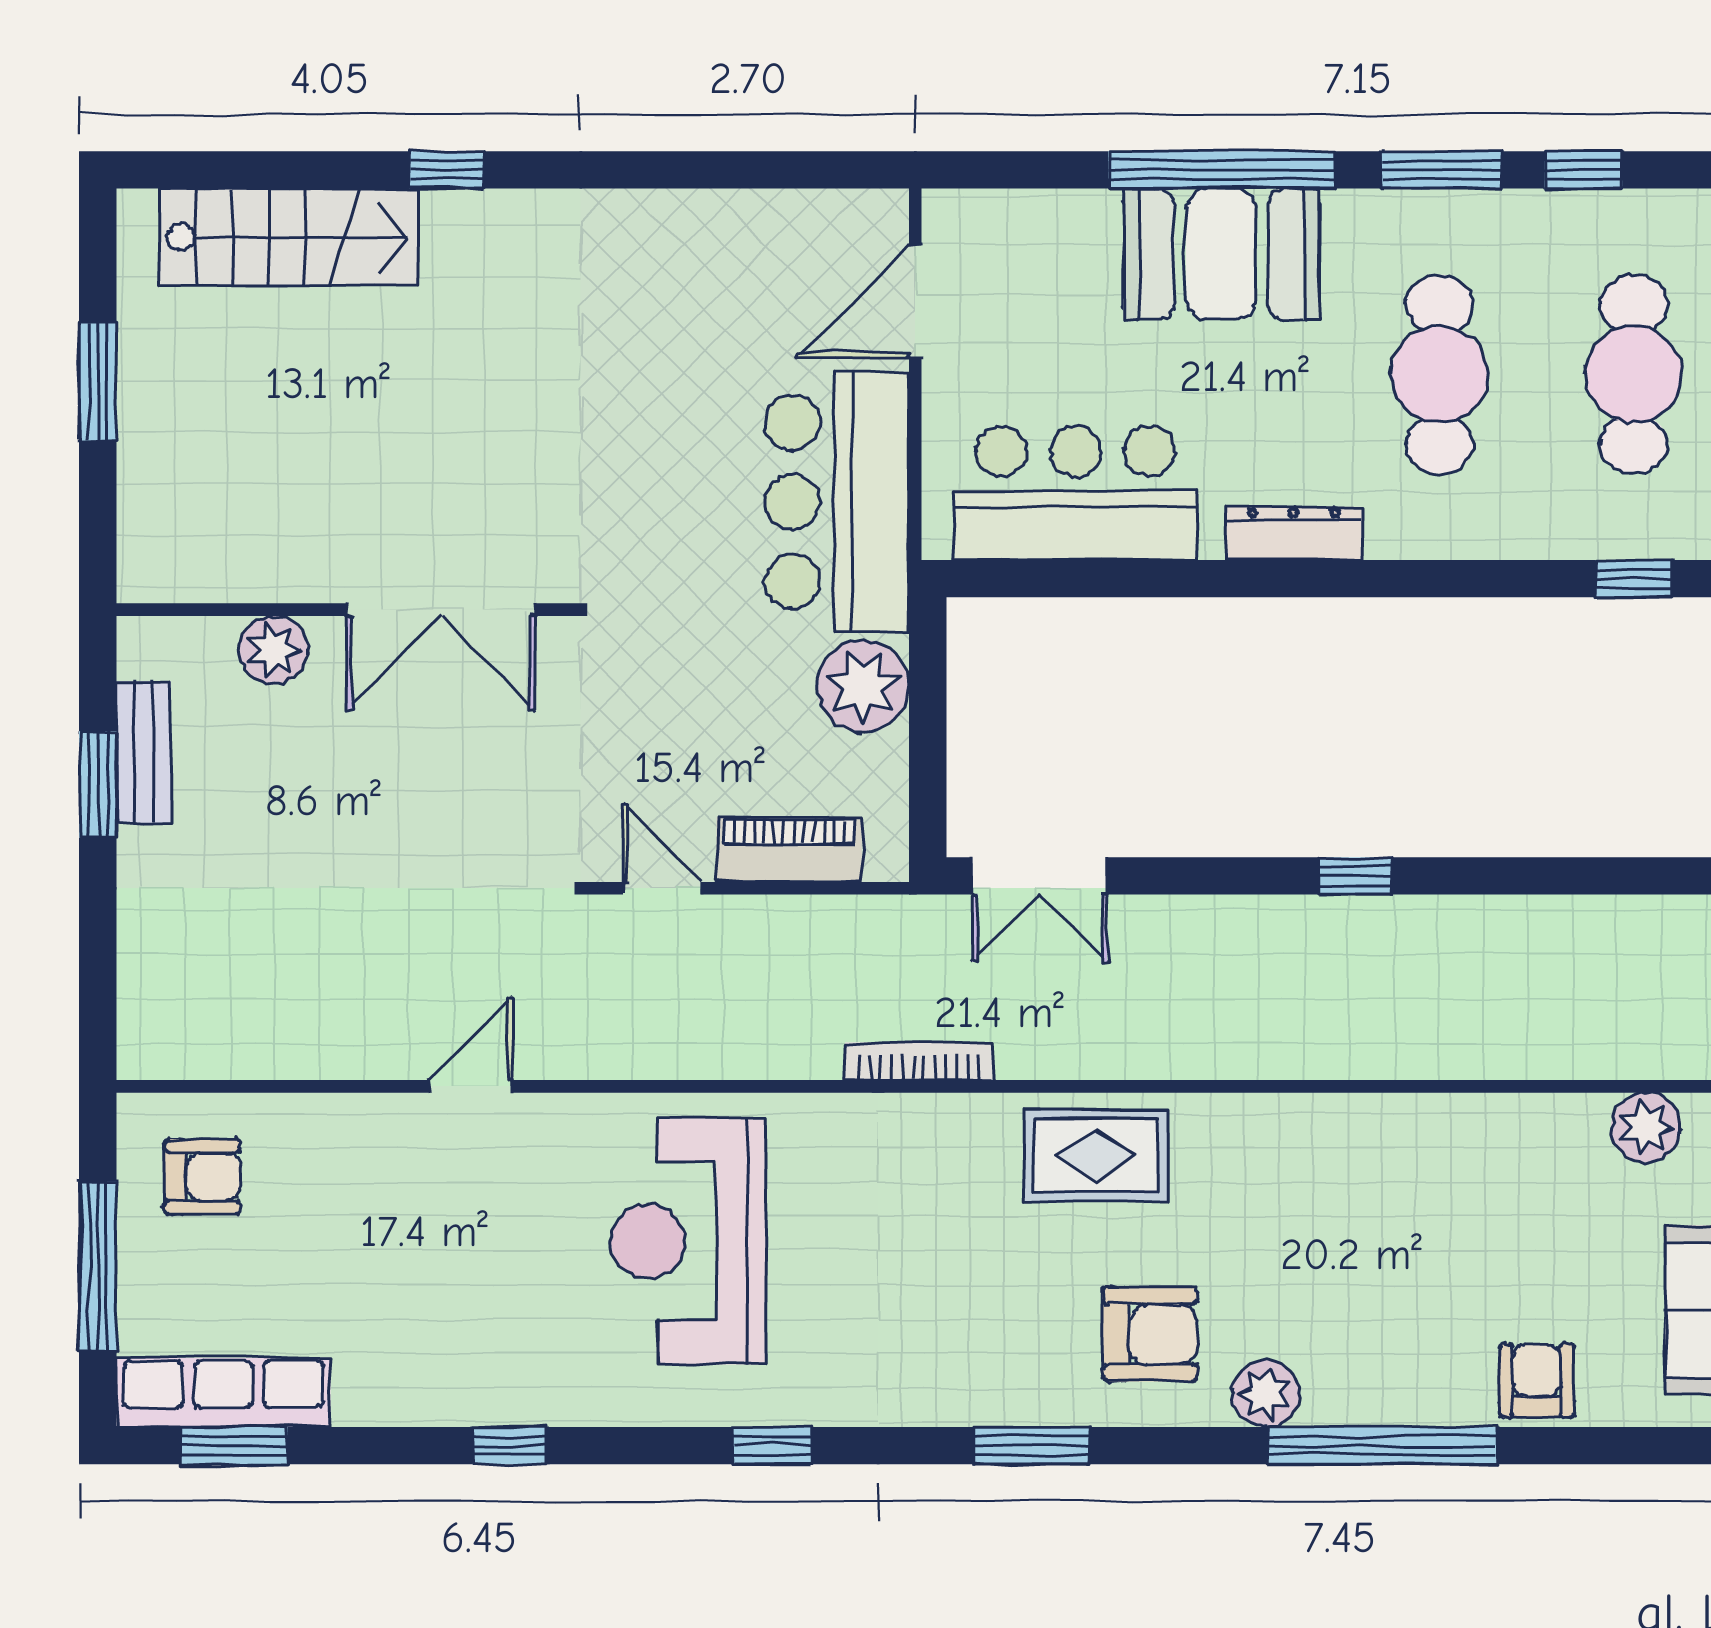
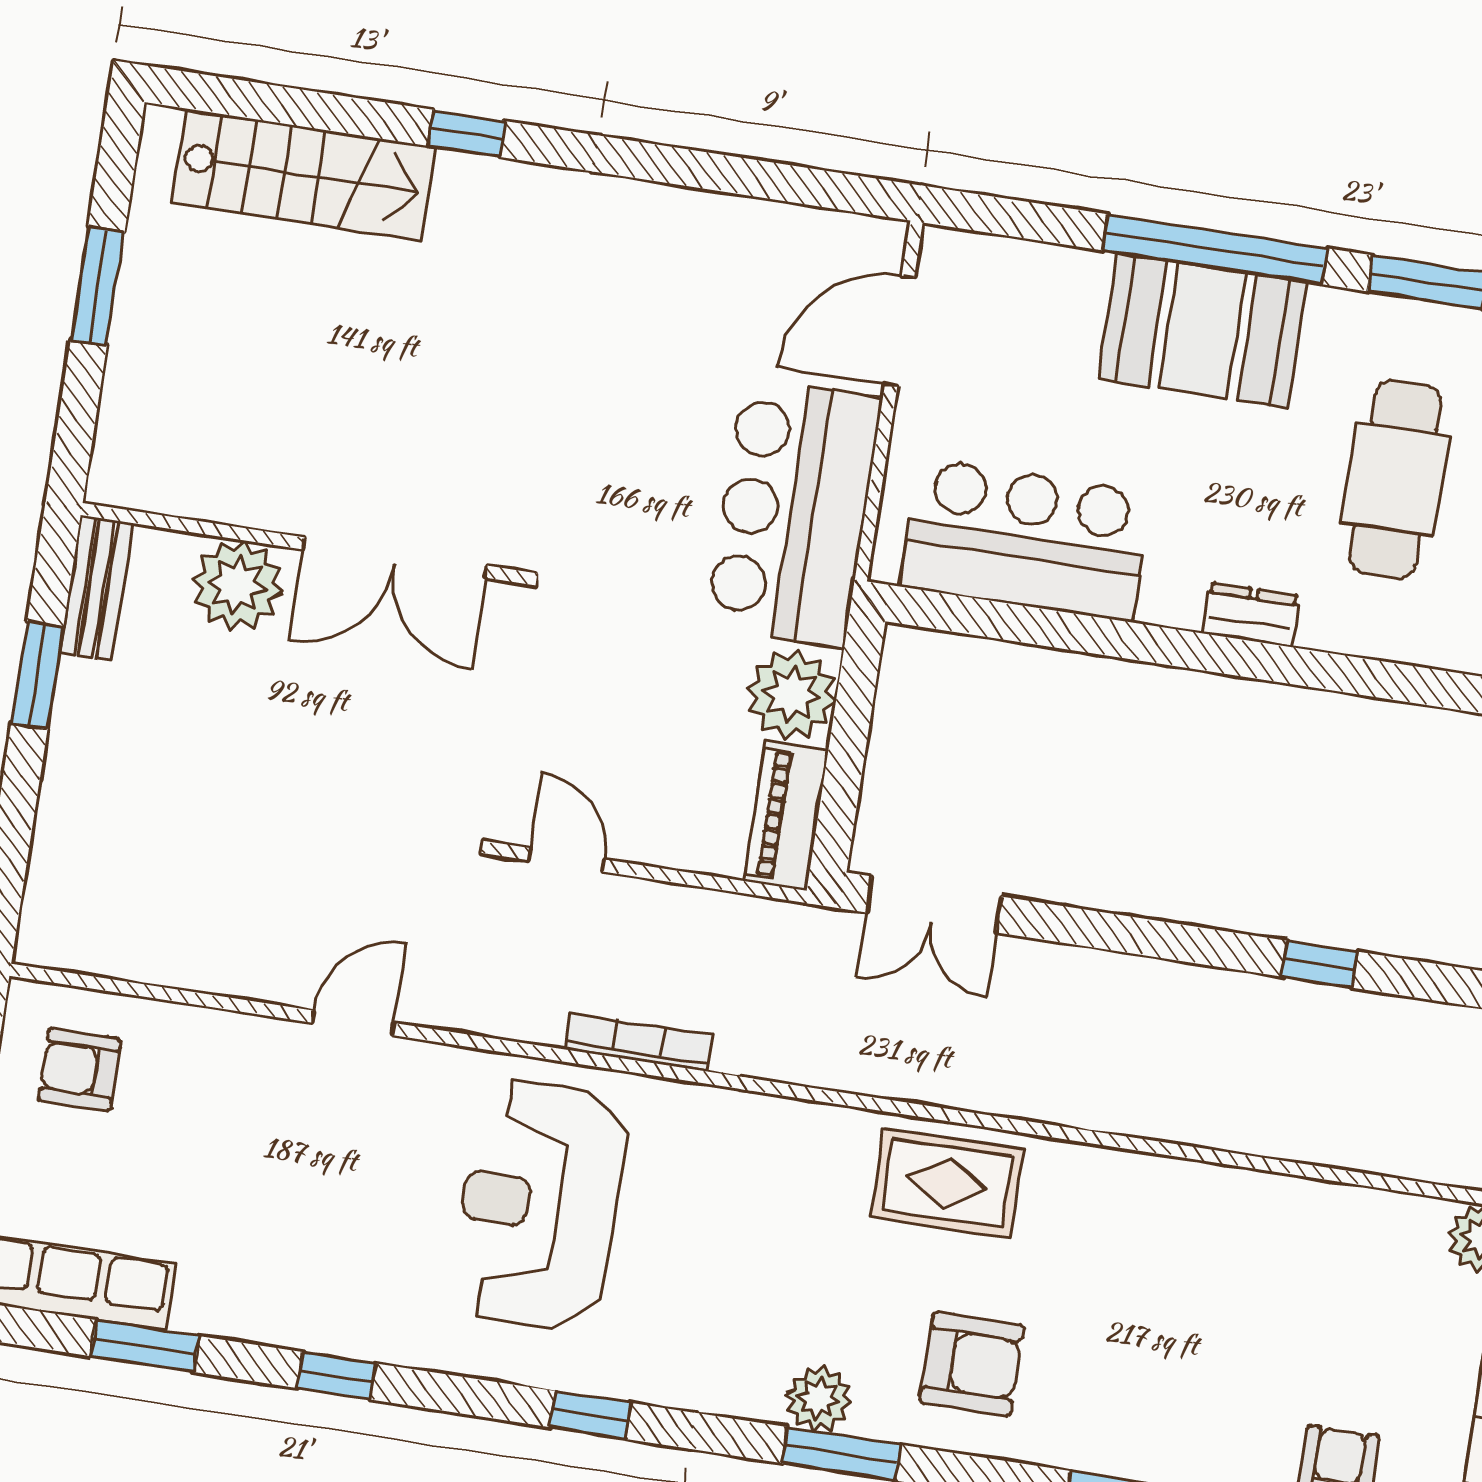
dresser: (1294, 533) -> (1251, 615), width x0.70
plant: (273, 650) -> (237, 585), width x1.36, depth x1.36
bench: (144, 753) -> (96, 588), moved
piano: (789, 850) -> (786, 816), moved, turned -90
window: (1355, 876) -> (1320, 964), moved
bookcase: (919, 1061) -> (639, 1042), moved
armchair: (202, 1177) -> (80, 1070), turned 180
plant: (1266, 1393) -> (819, 1399), moved
window: (234, 1446) -> (145, 1346), moved

